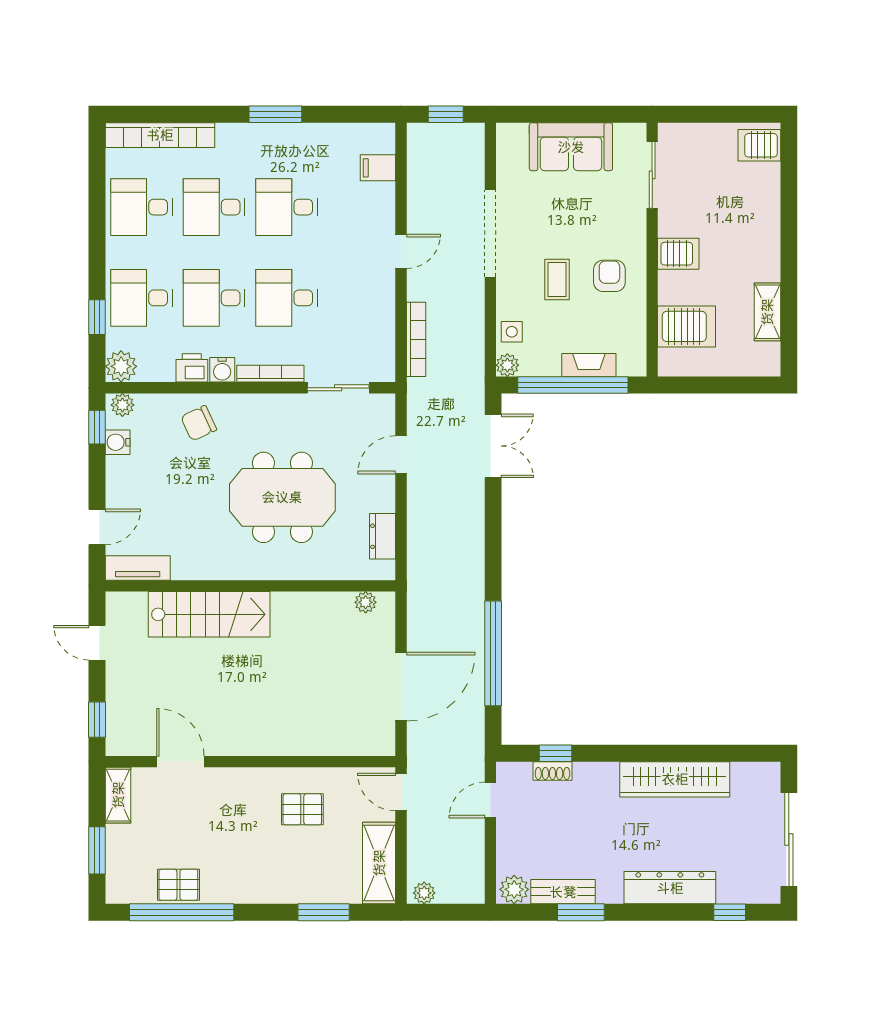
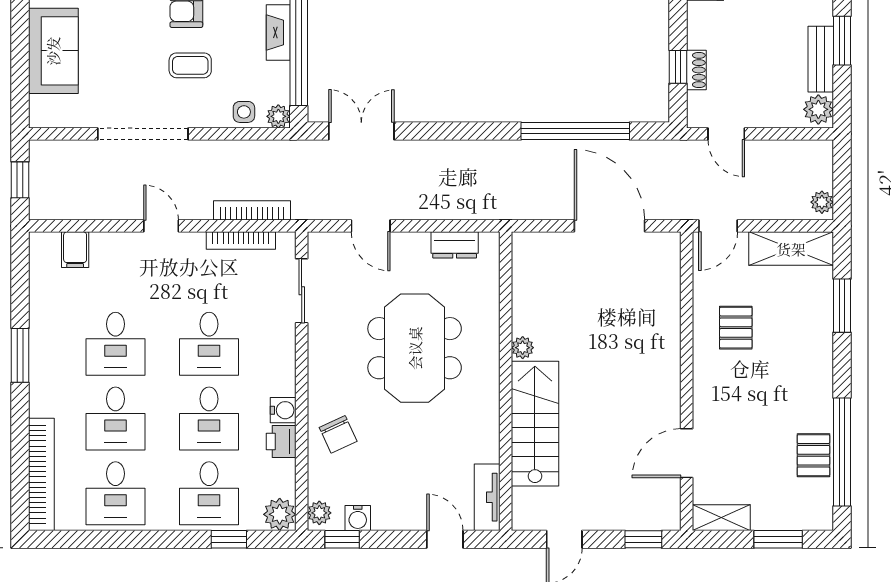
bookcase: (270, 374) -> (241, 241), moved, turned -90
plant: (366, 602) -> (523, 348), moved

